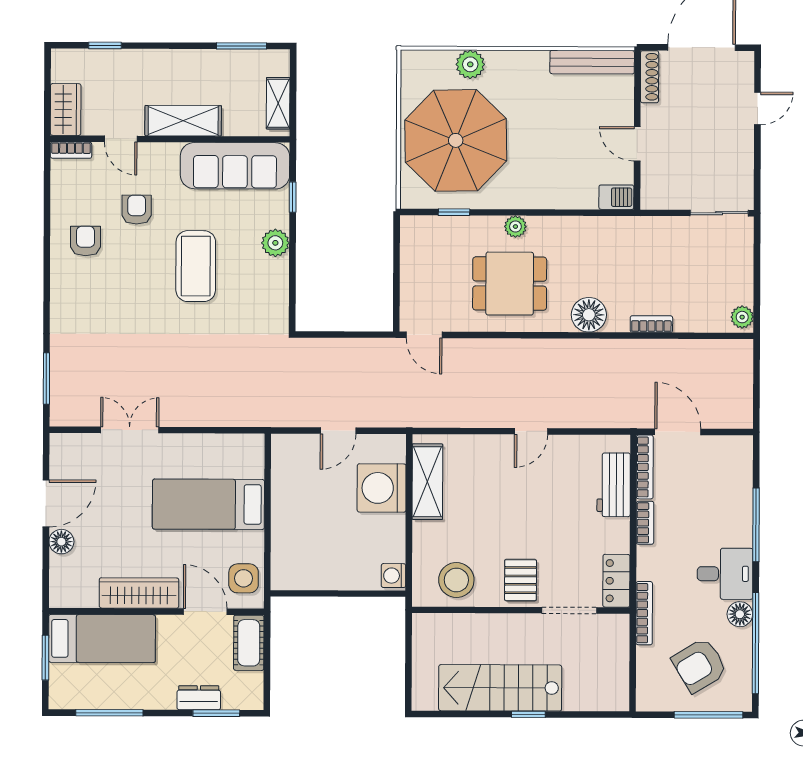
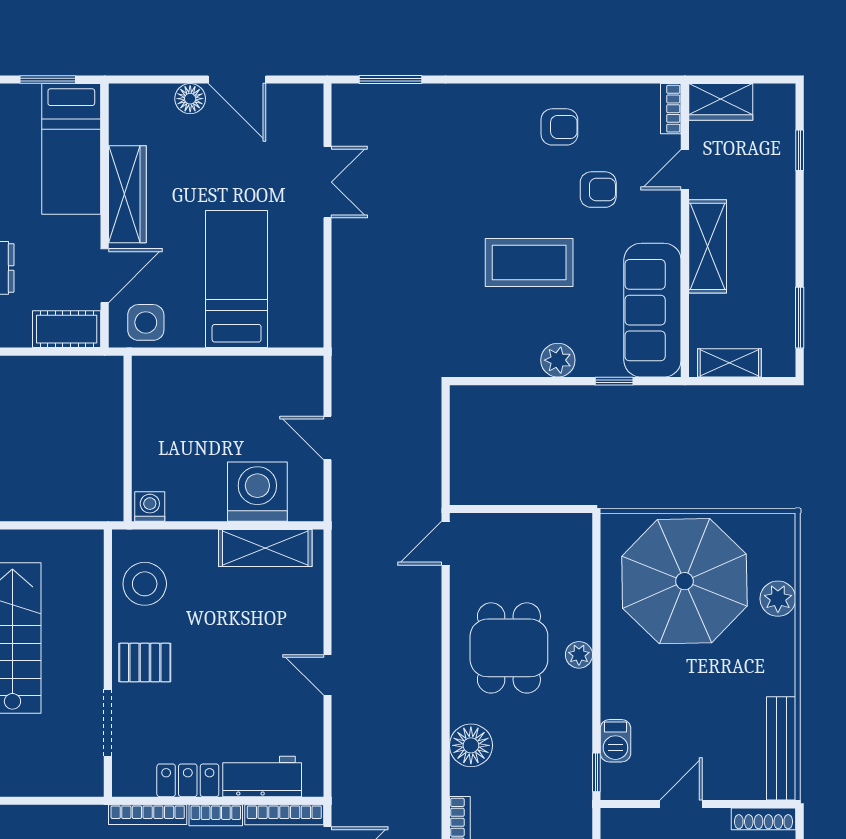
barbecue: (616, 197) -> (615, 741), moved
window: (454, 212) -> (596, 772), moved
locker: (616, 581) -> (188, 780), moved
bookcase: (644, 613) -> (148, 815), moved

